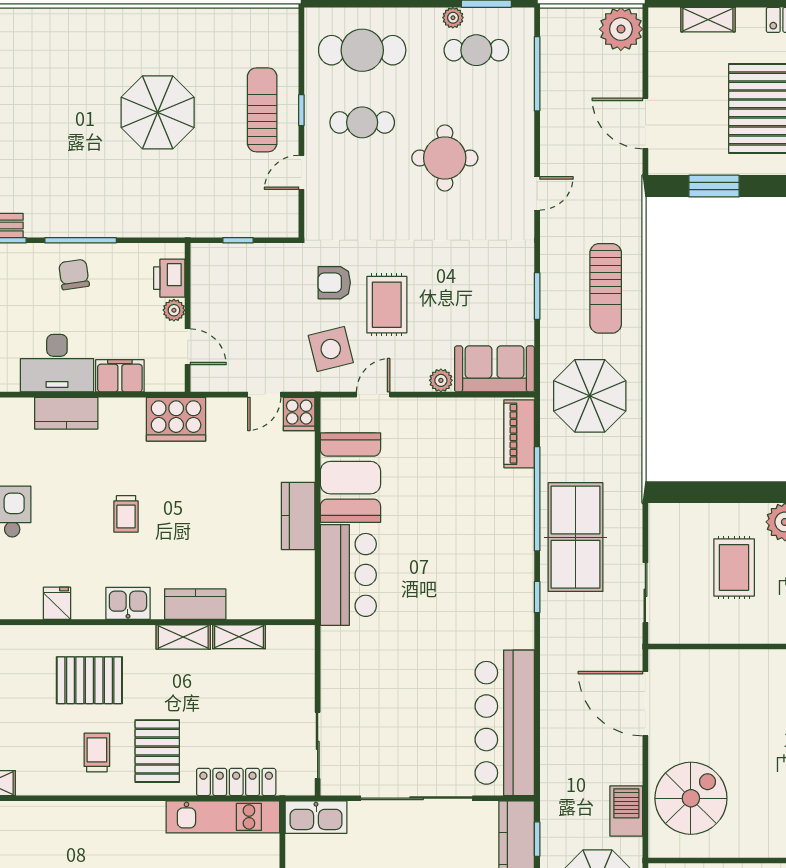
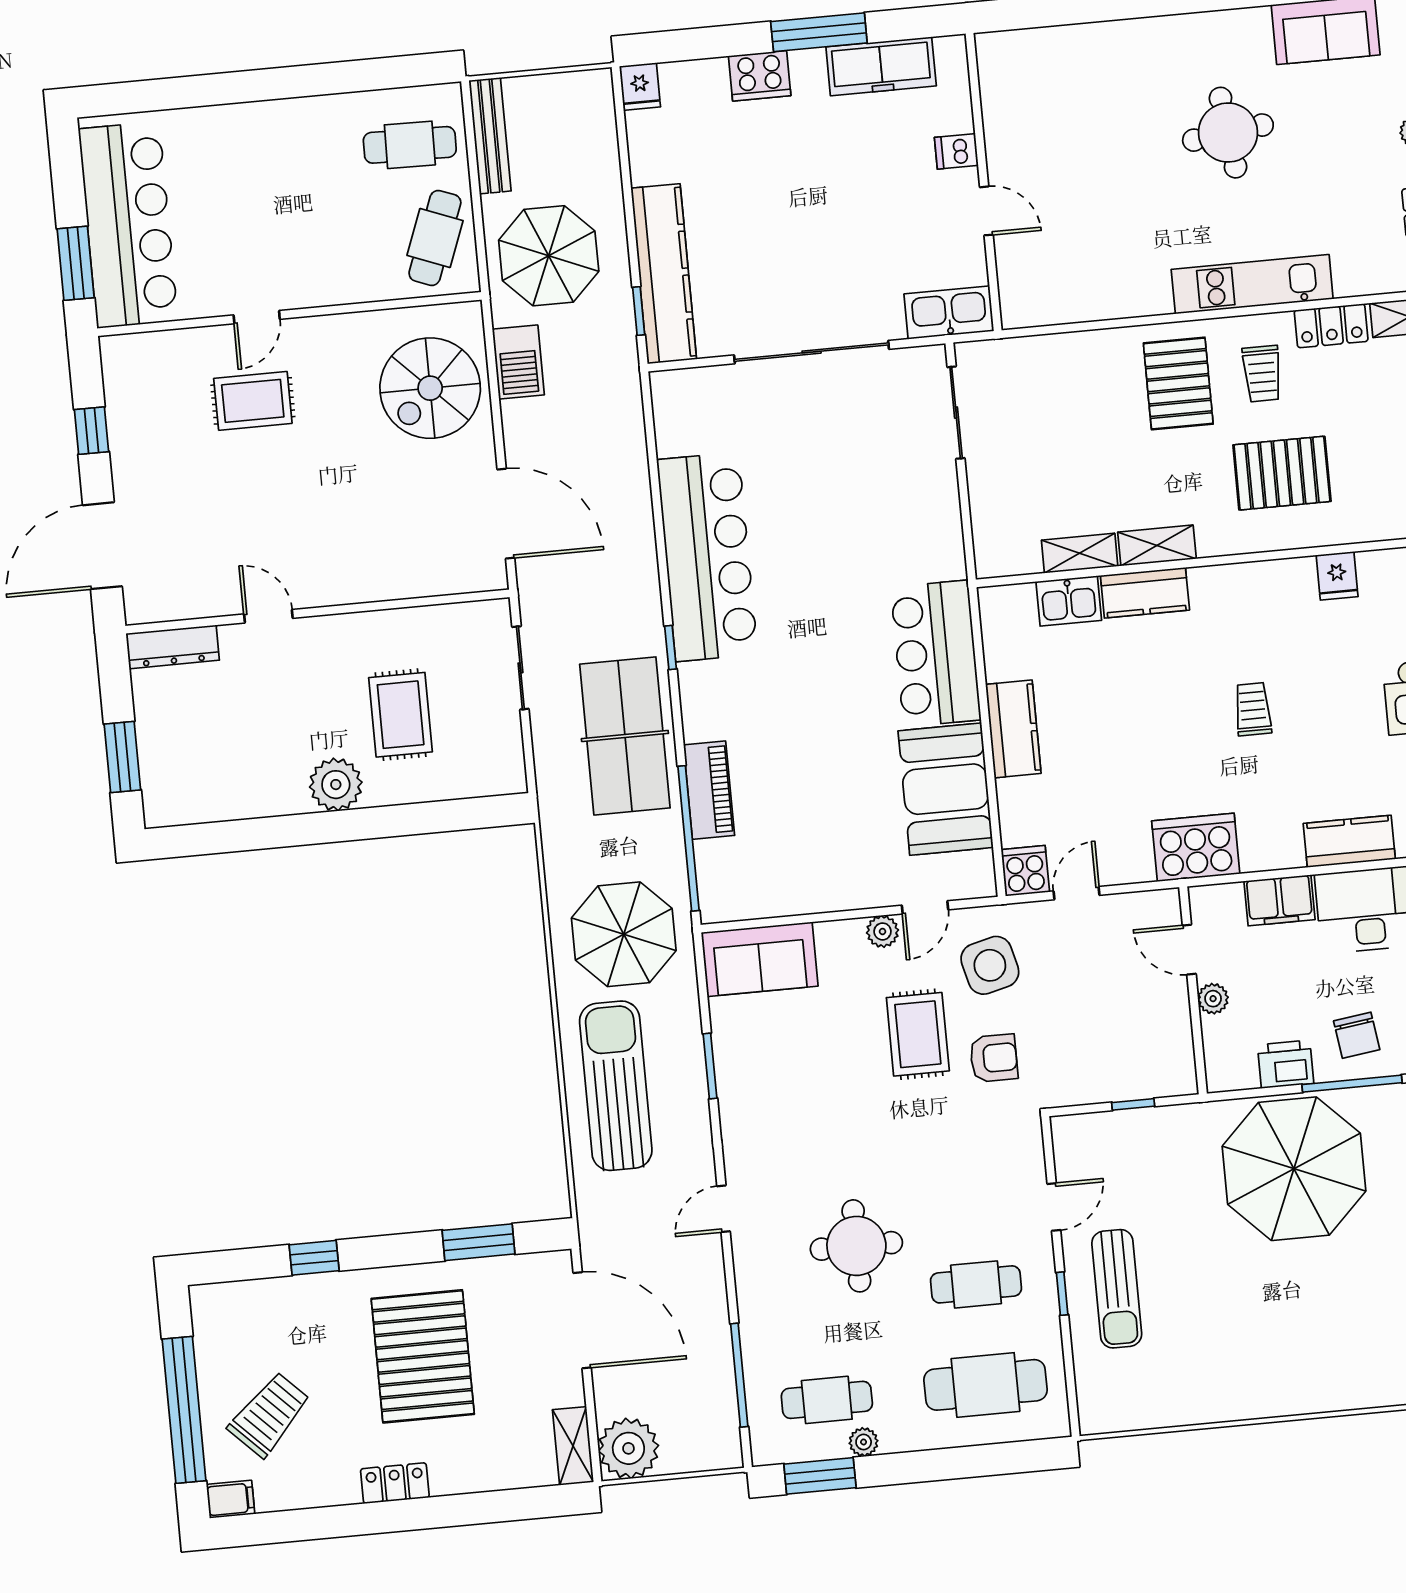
shelving: (708, 20) -> (573, 1446), moved, turned 90
parasol: (158, 112) -> (1294, 1169), moved, width x1.36, depth x1.36
door: (645, 123) -> (582, 1320), width x1.36
printer: (169, 278) -> (1286, 1064), moved, turned -90
sun lounger: (606, 288) -> (616, 1086), width x1.36, depth x1.34
plant: (441, 380) -> (883, 931), moved
piano: (519, 434) -> (709, 790), moved
window: (537, 499) -> (689, 838), moved
kitchen sink: (128, 603) -> (1069, 601), moved
bar counter: (505, 723) -> (707, 557), moved
locker: (236, 782) -> (1331, 326), moved, width x0.66
kitchen unit: (223, 817) -> (1252, 284), moved

